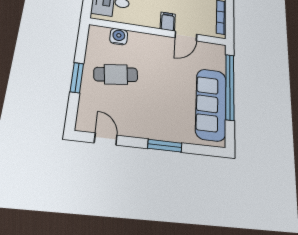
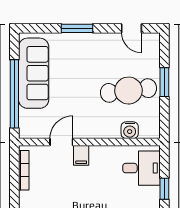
cafe table: (116, 74) -> (128, 91), width x1.37, depth x1.35

